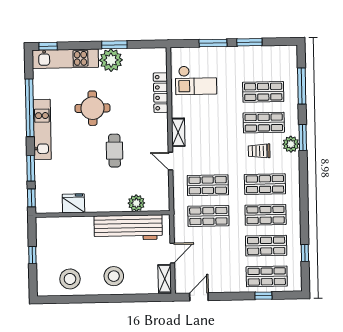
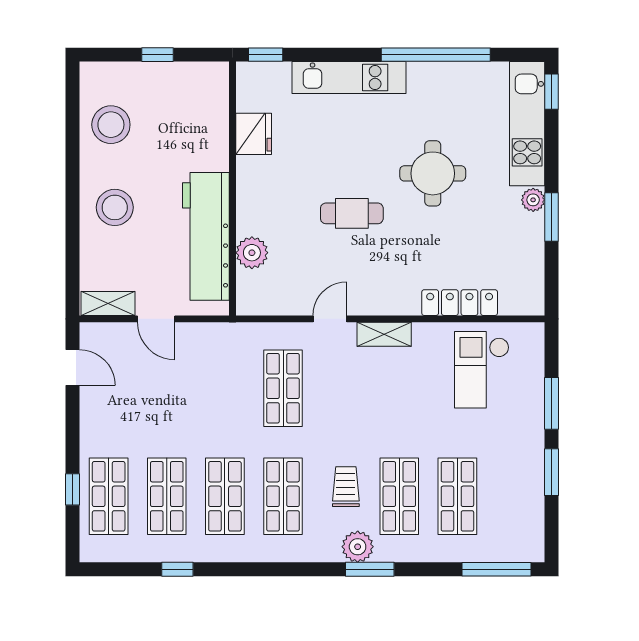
plant: (111, 60) -> (533, 200), width x0.53, depth x0.53
window: (302, 86) -> (497, 569), moved
kitchen unit: (42, 129) -> (349, 78), moved
window: (31, 168) -> (321, 55), removed
shop shelf: (208, 216) -> (225, 388), removed
window: (305, 253) -> (177, 569), moved

